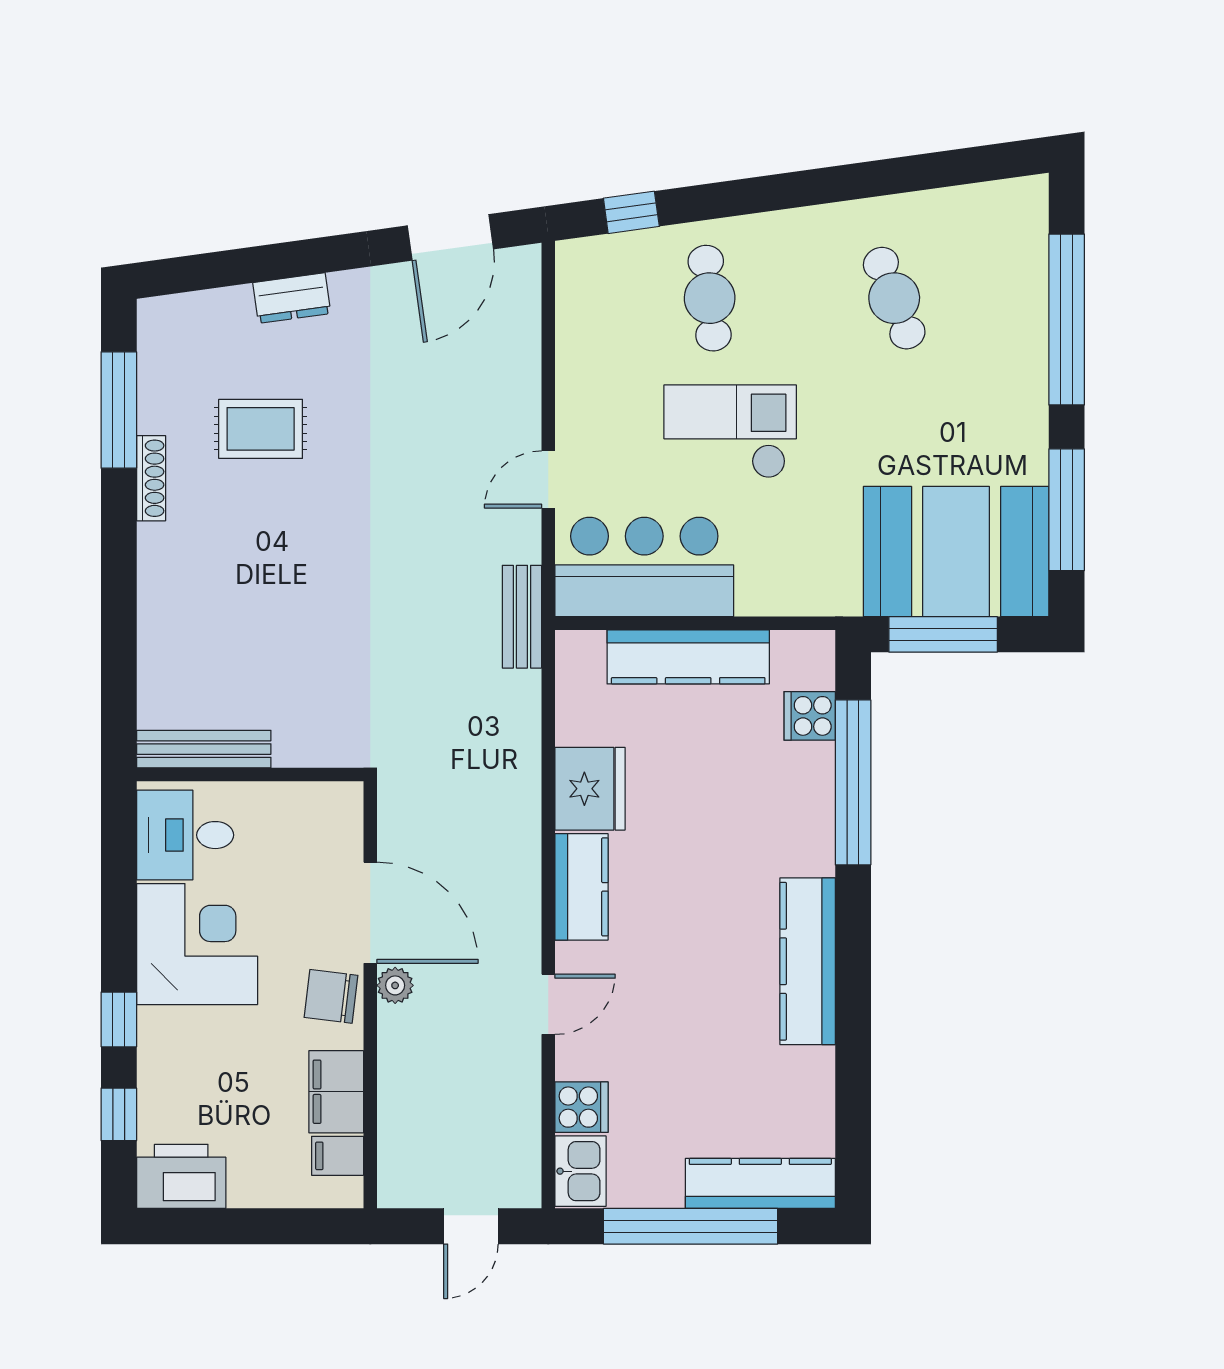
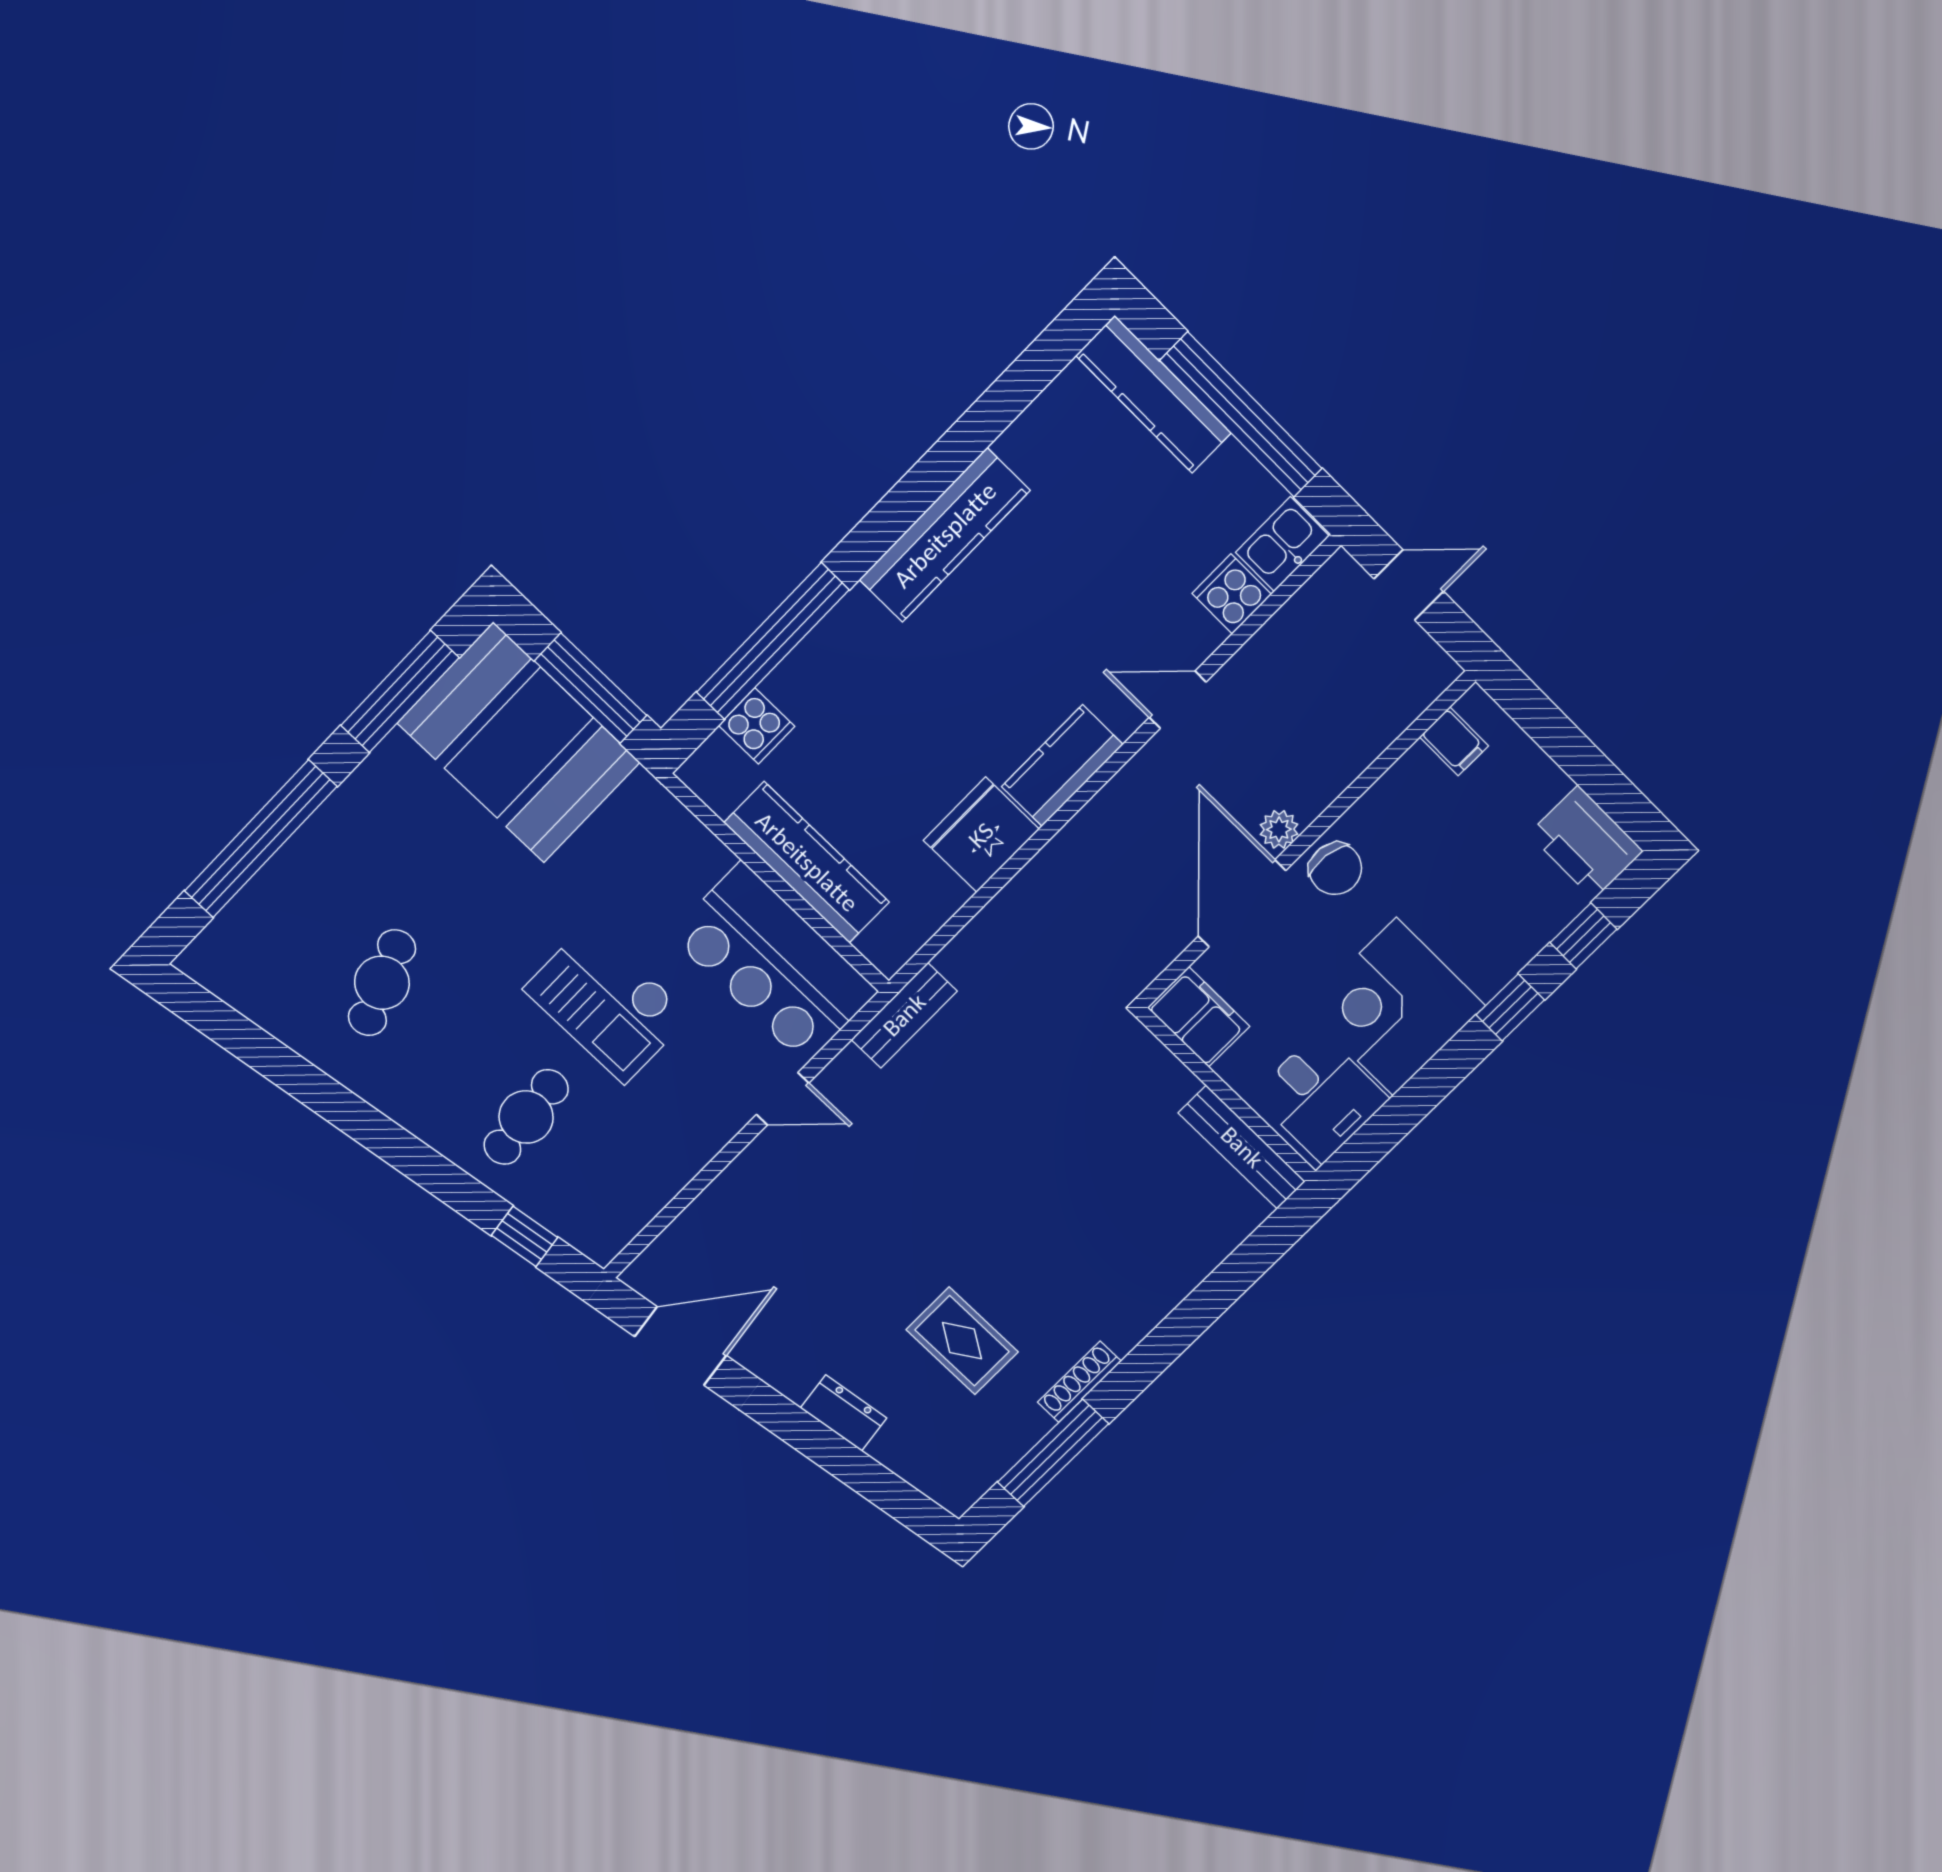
filing cabinet: (336, 1092) -> (1199, 1017), moved, turned -90

